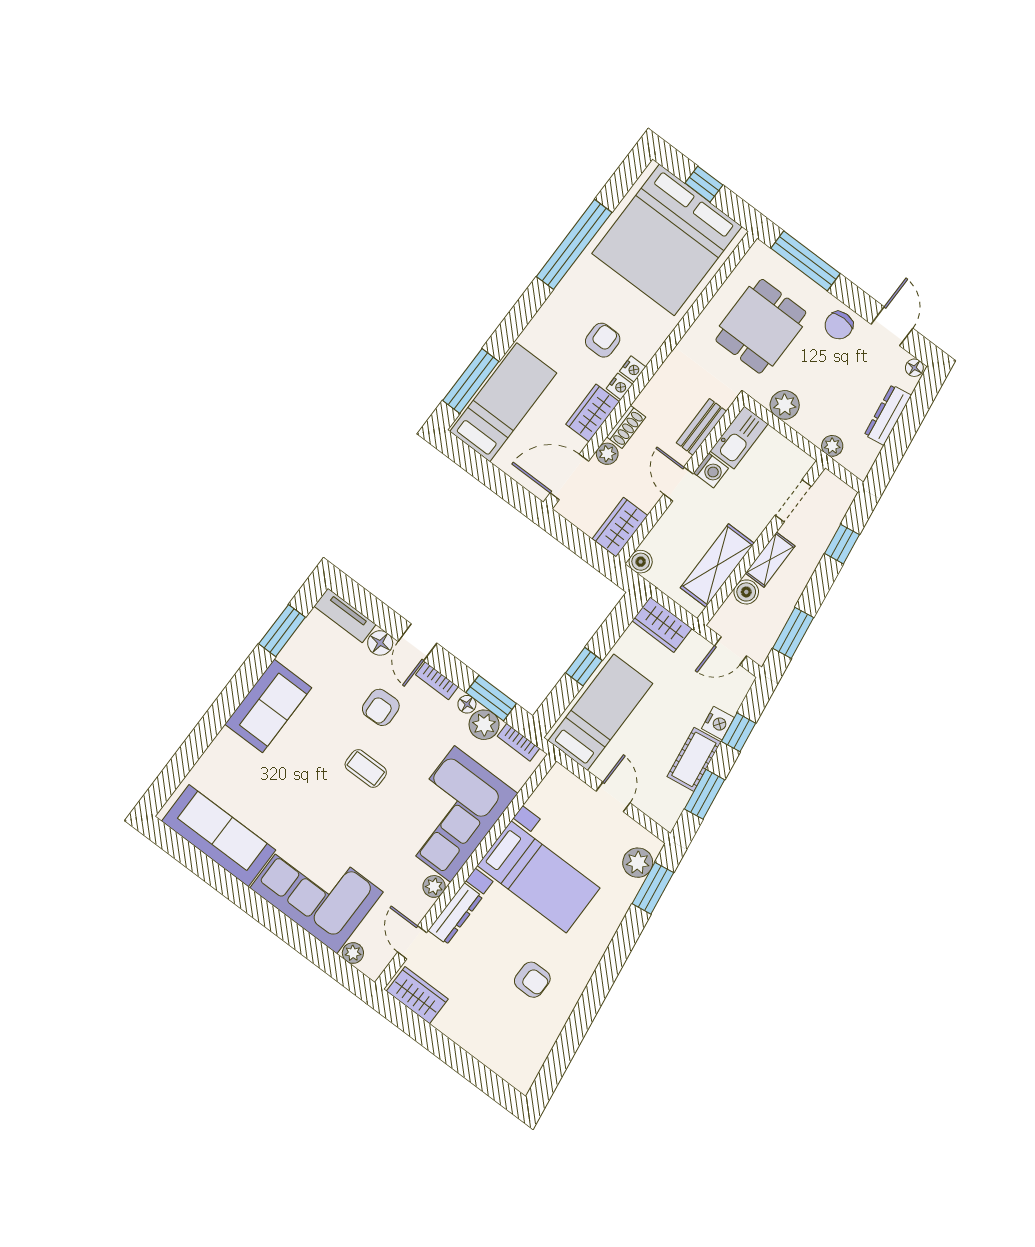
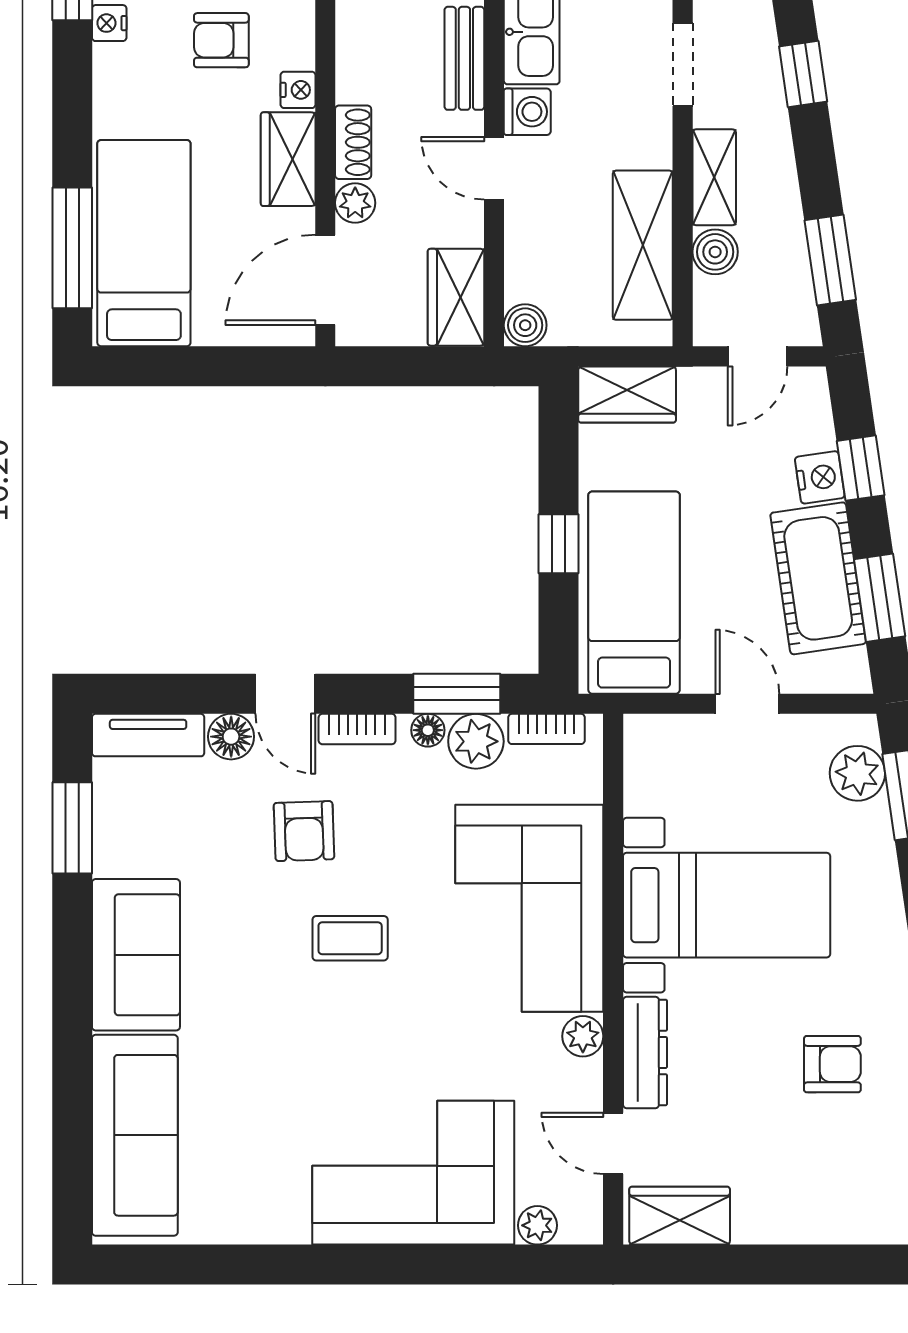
armchair: (603, 340) -> (221, 40), turned -90
nightstand: (633, 369) -> (109, 23), moved, turned 180
cot: (694, 759) -> (818, 578), width x1.37, depth x1.34
sofa: (219, 836) -> (135, 1135), moved, turned 90

